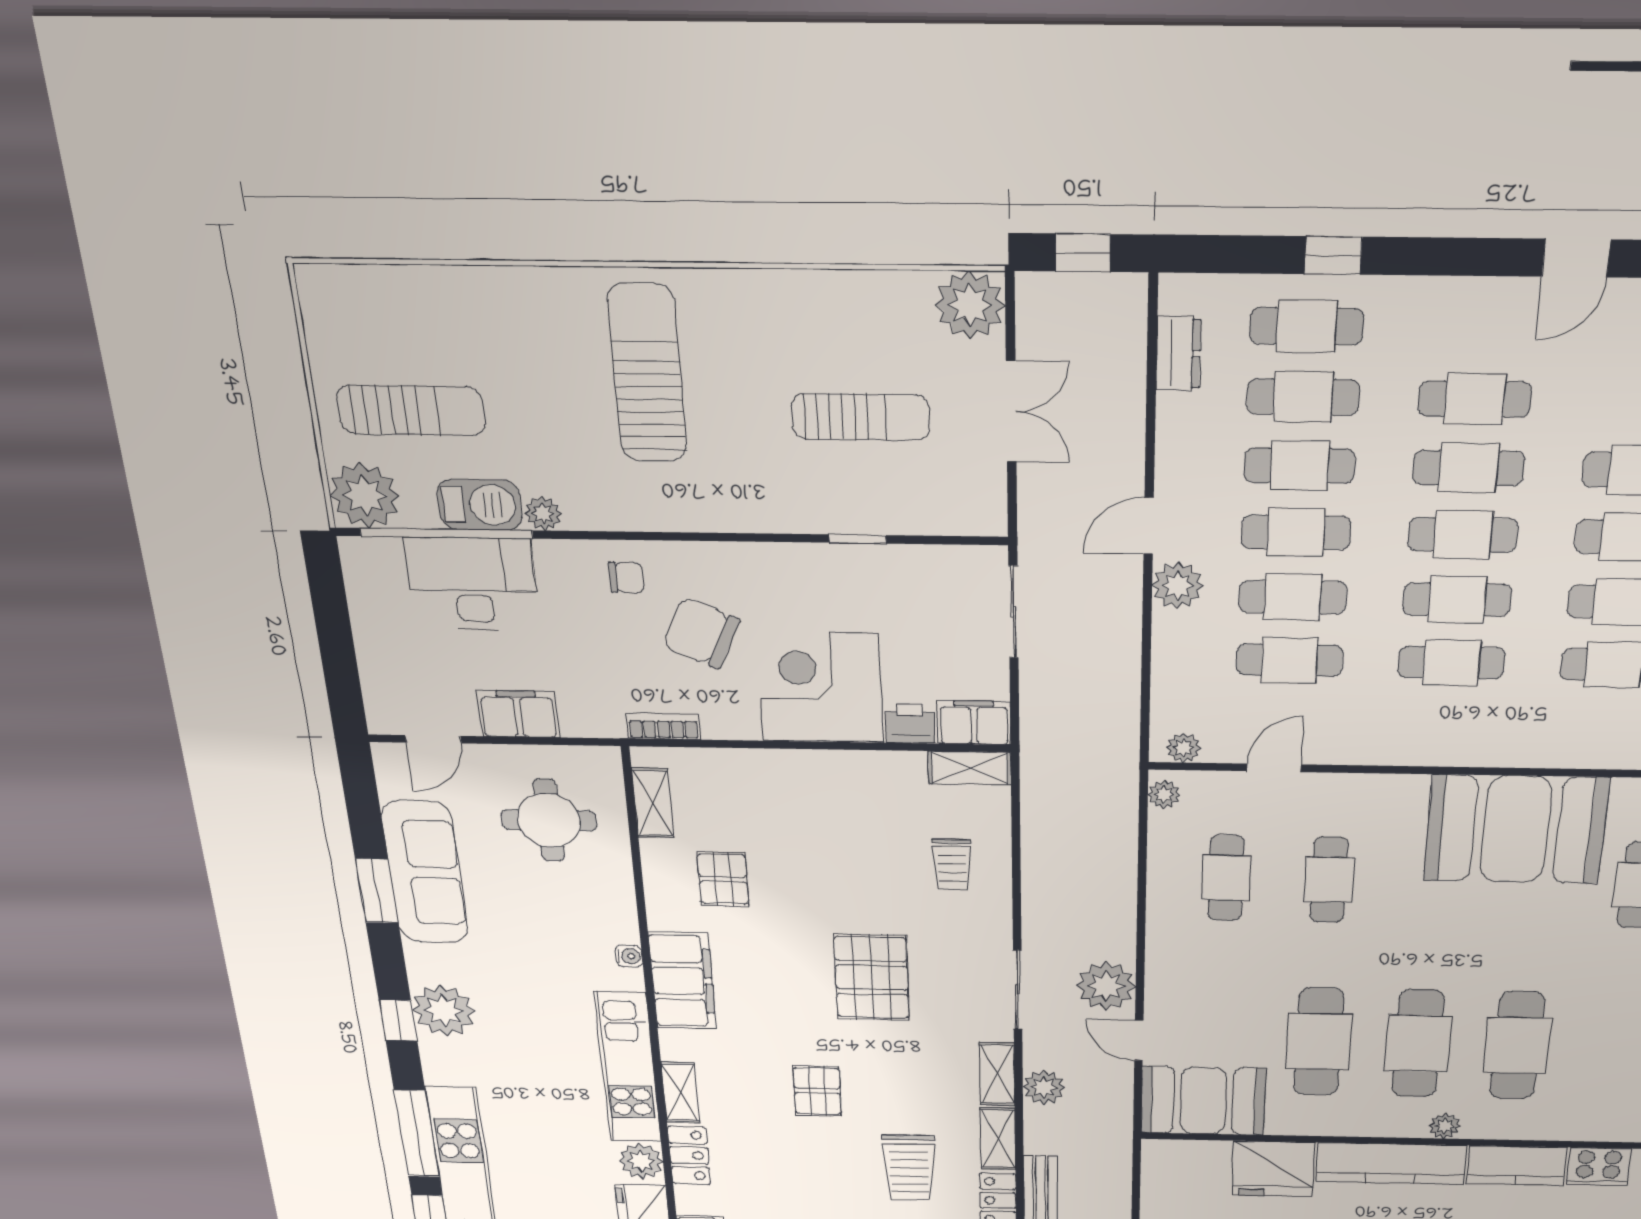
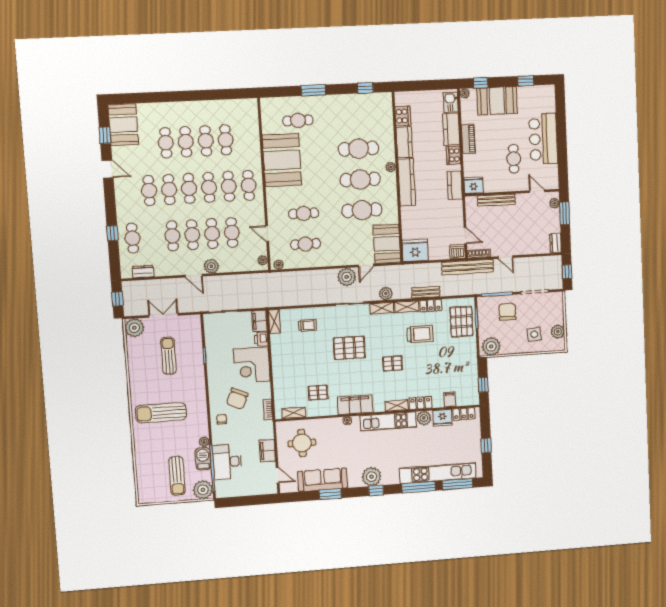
cafe table: (1303, 397) -> (249, 185), moved
sun lounger: (411, 411) -> (177, 476), turned 180
fridge: (1273, 1169) -> (415, 250), moved, turned -90

